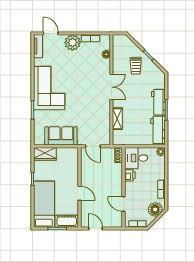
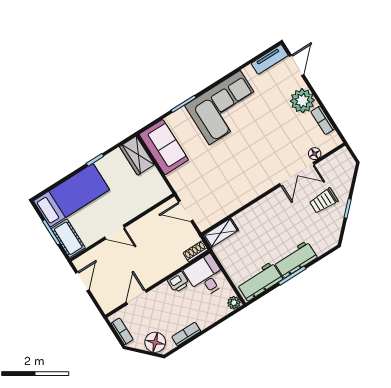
double door: (111, 87) -> (297, 174), moved
shelving: (117, 119) -> (221, 233), moved
sofa: (61, 136) -> (164, 147), moved
door: (93, 146) -> (186, 211), hinge flipped
door: (80, 193) -> (115, 232), hinge flipped

